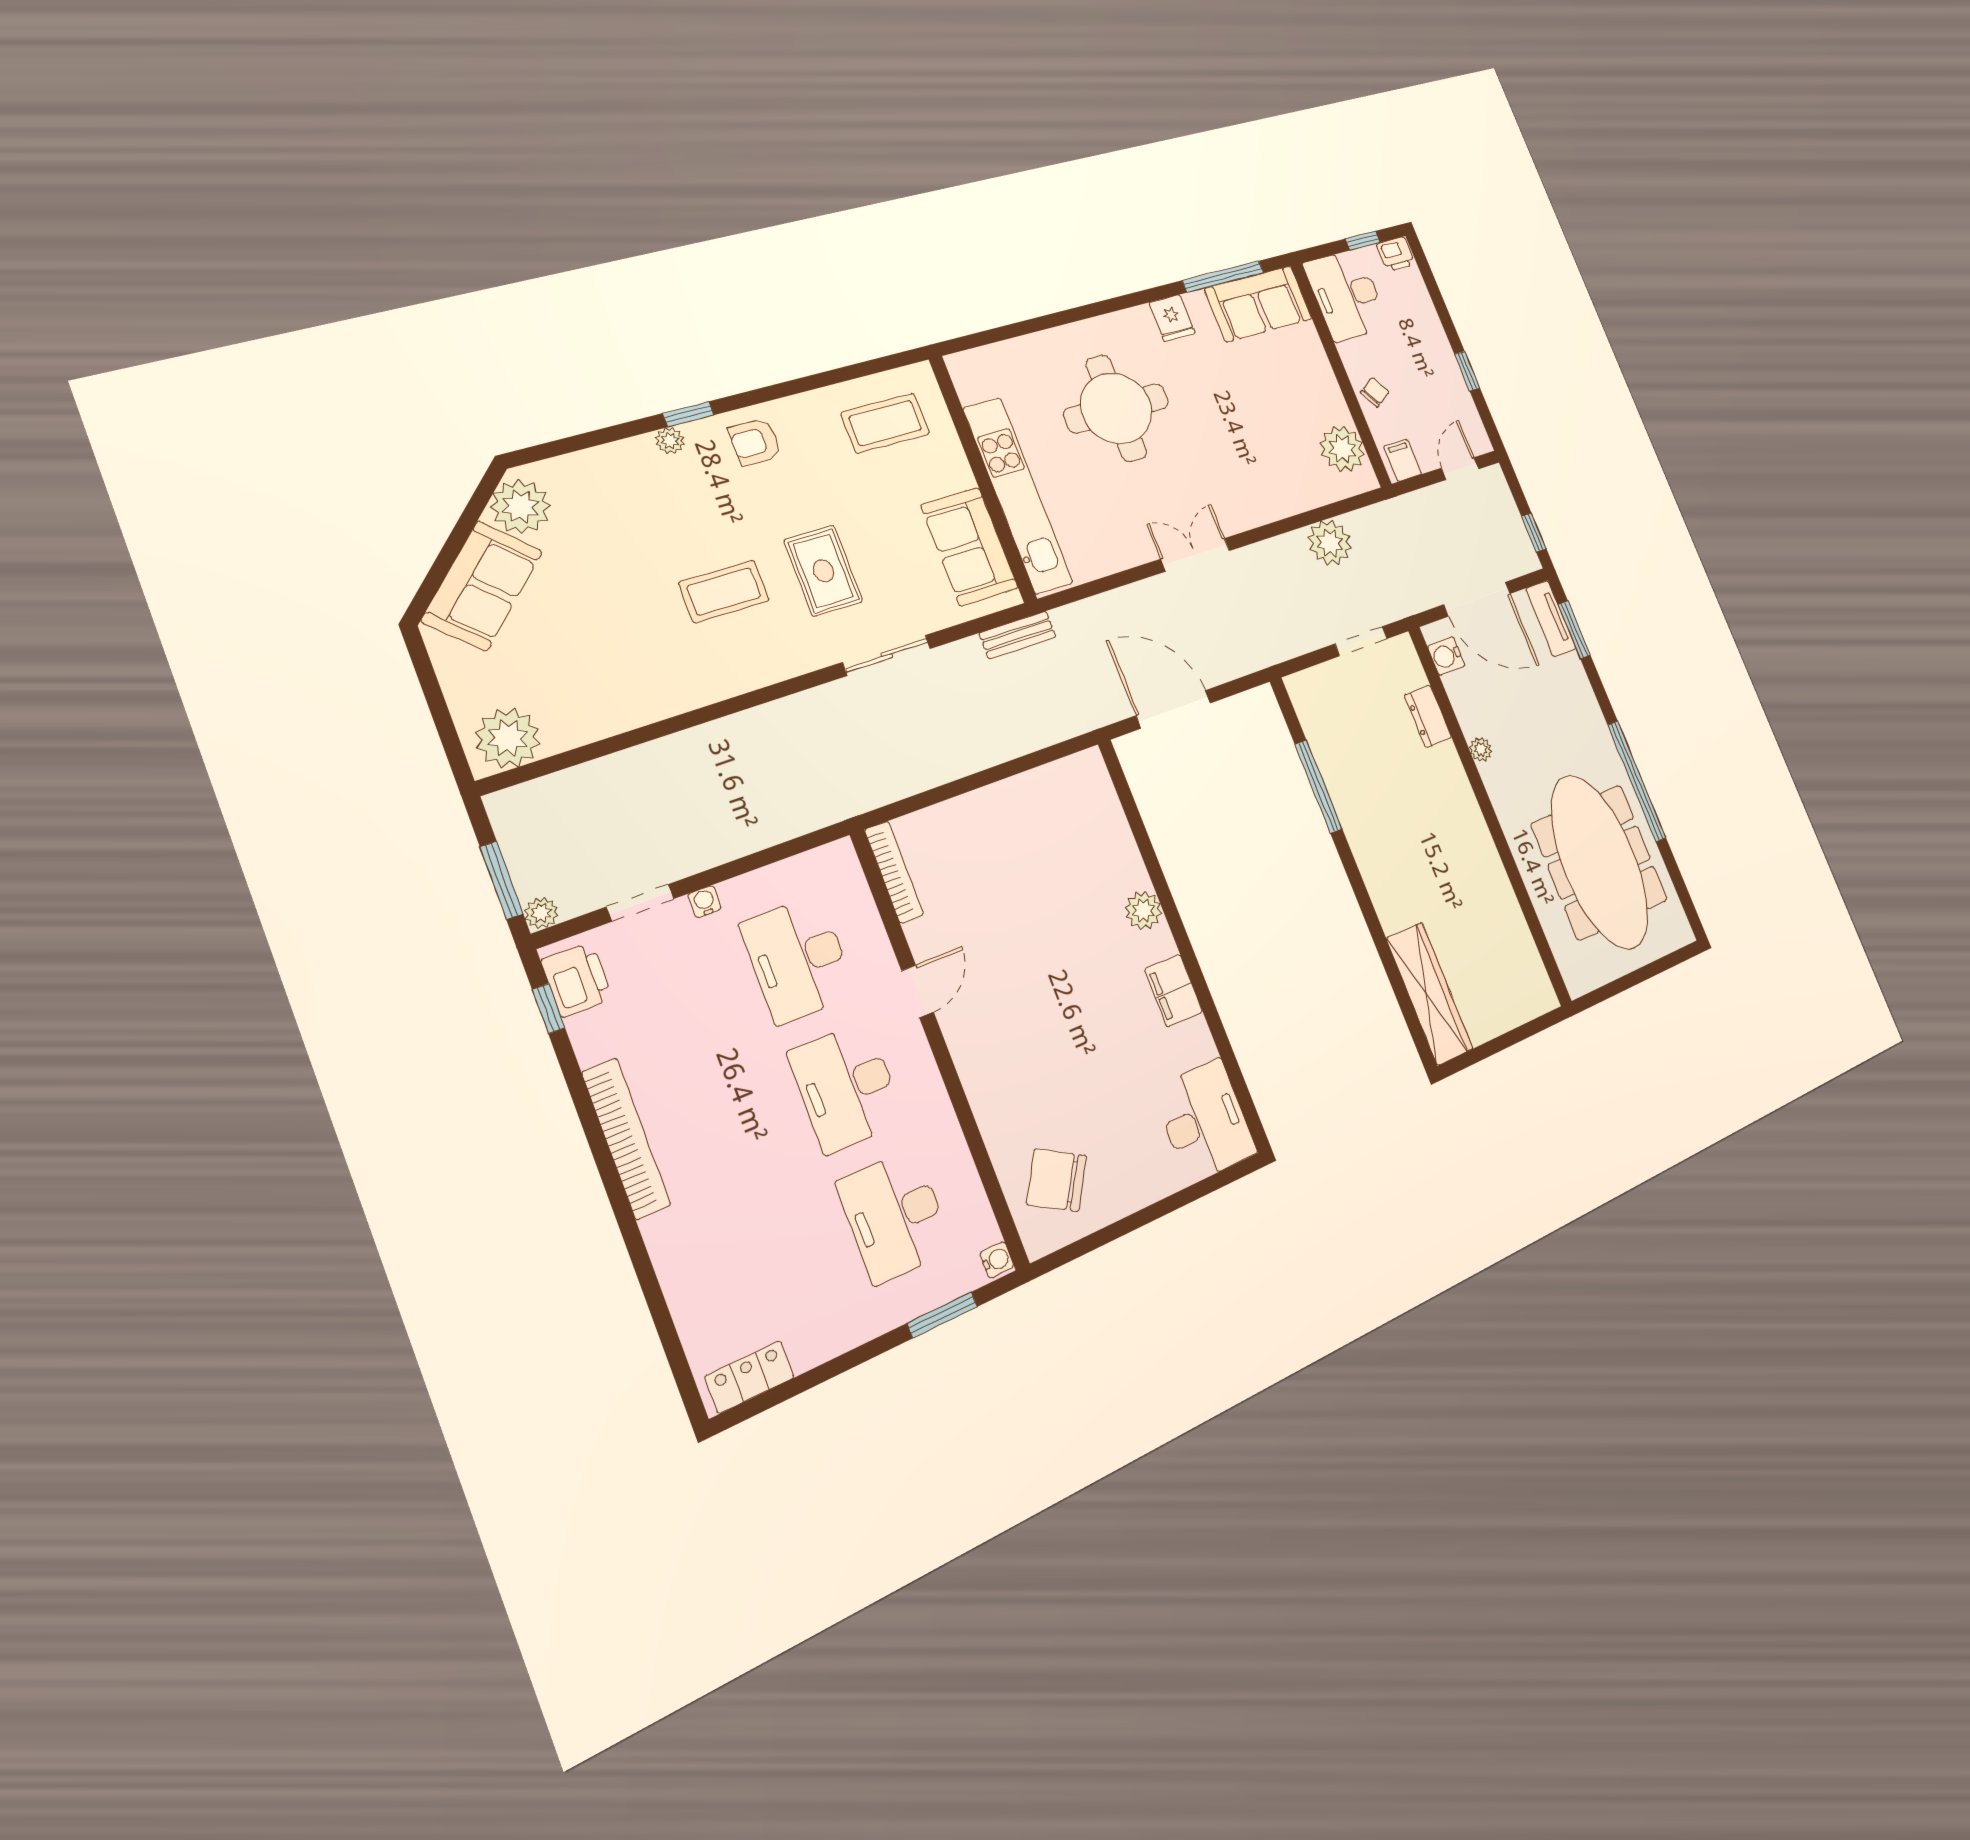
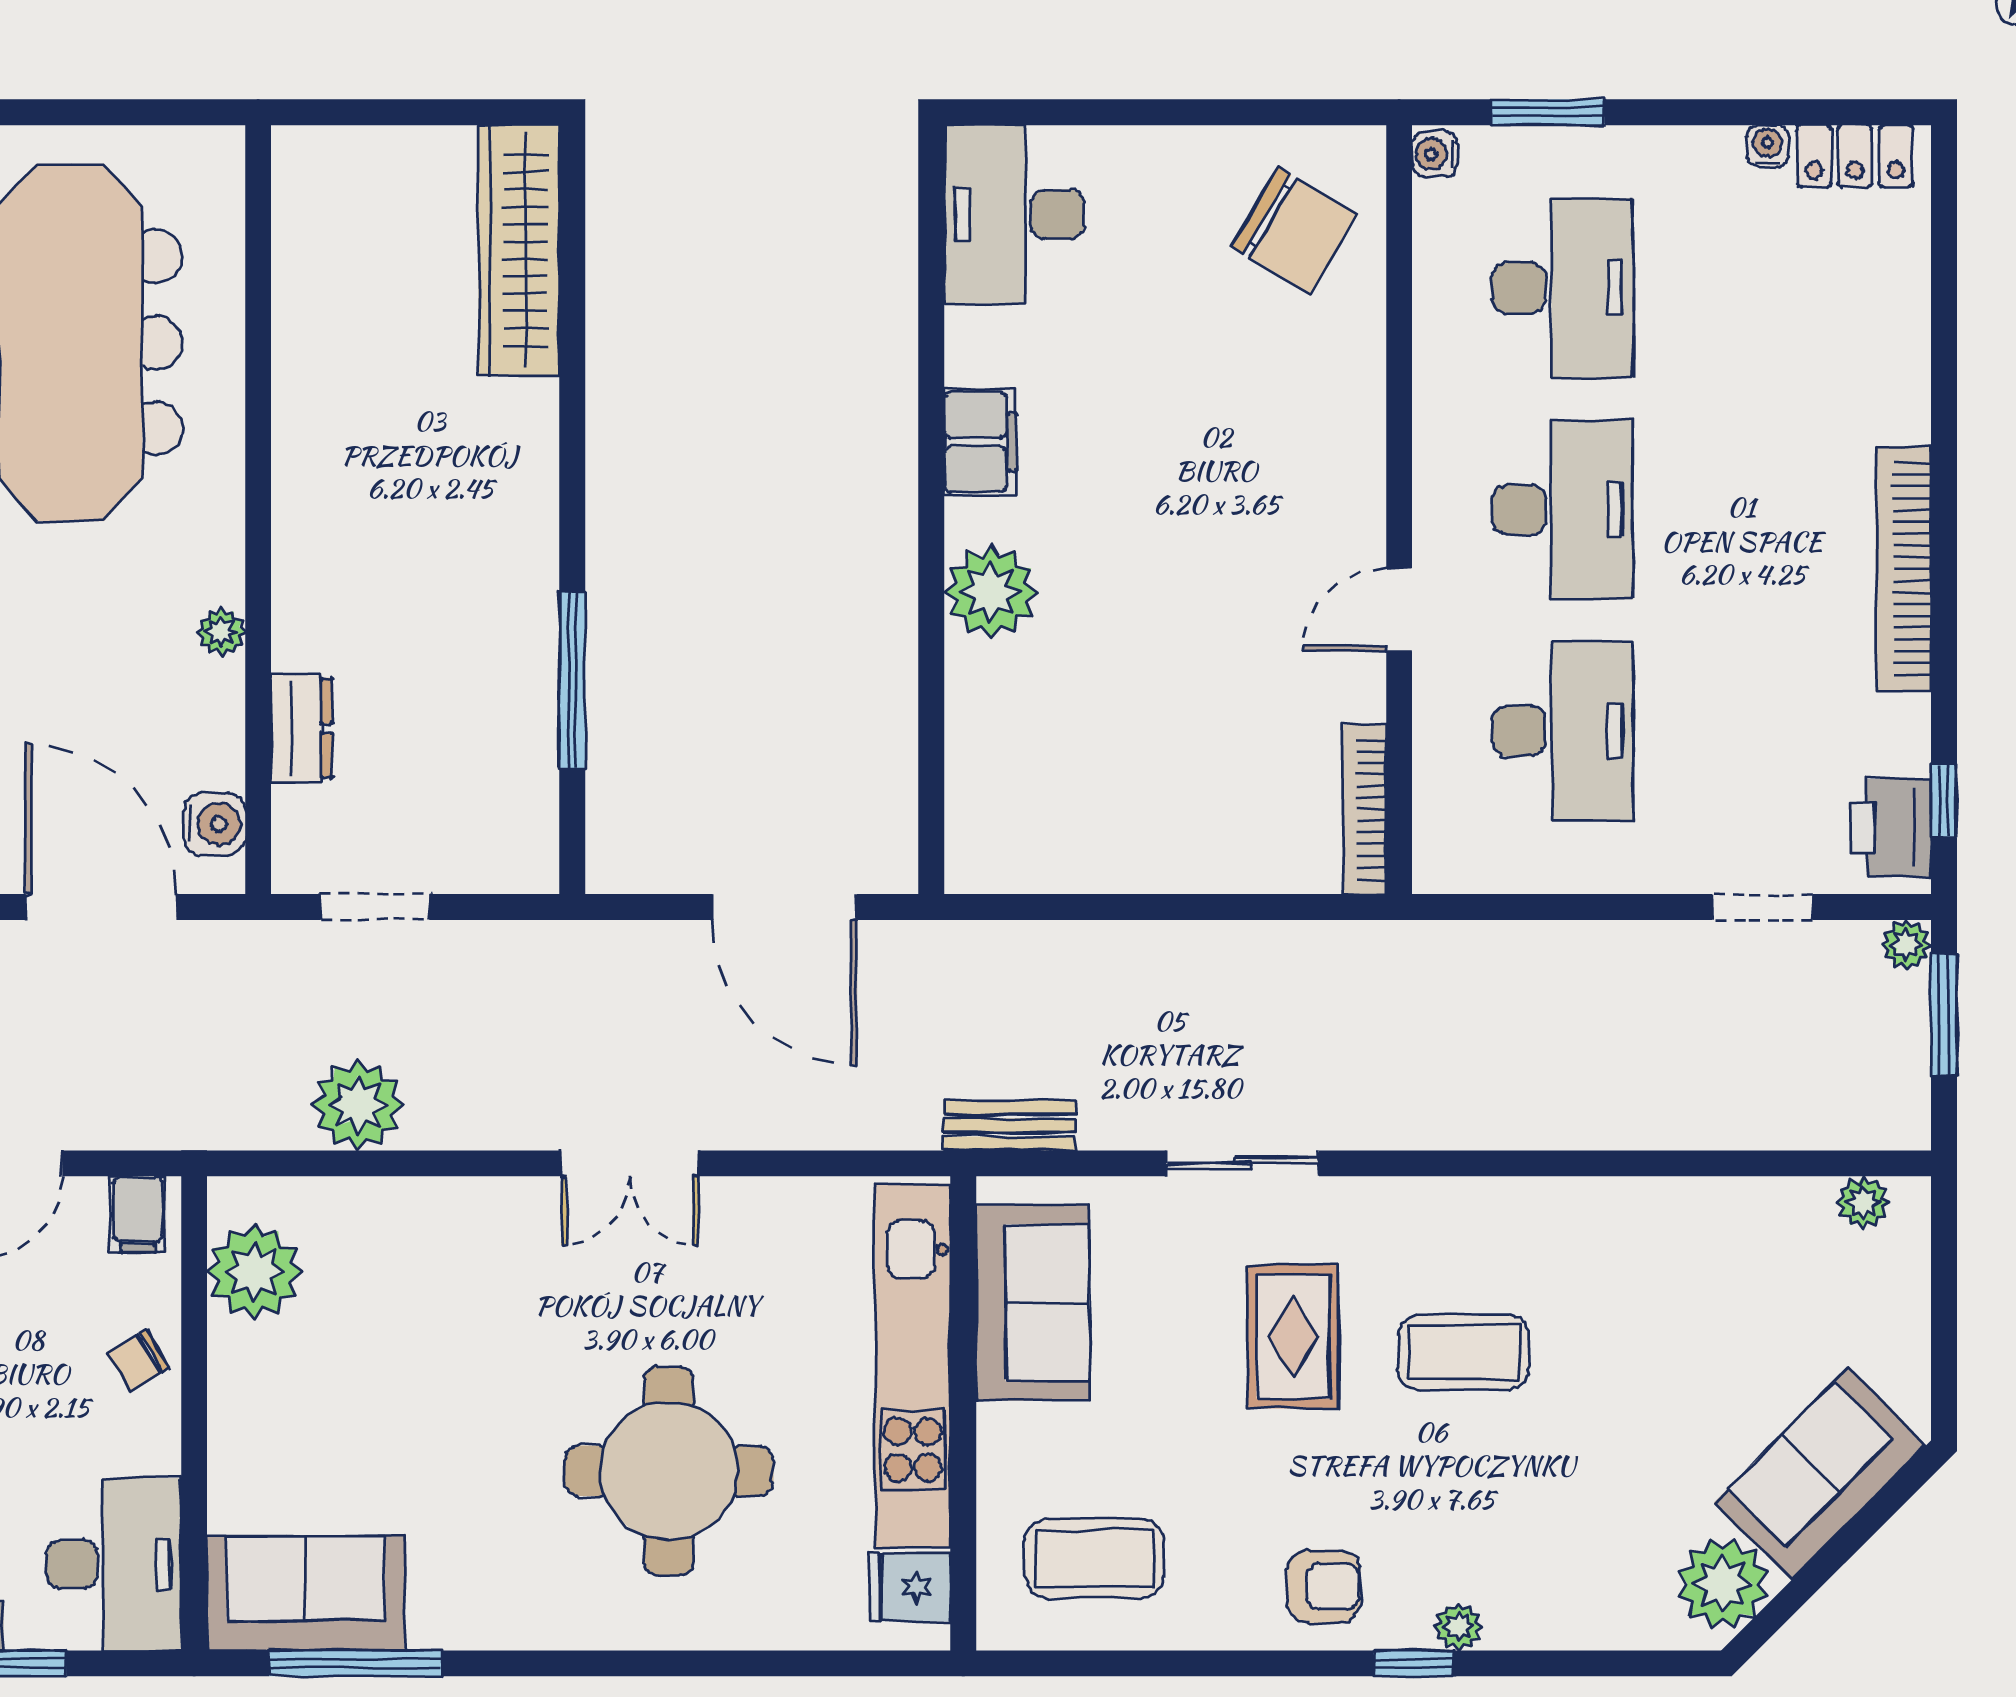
fridge: (1172, 318) -> (910, 1587), moved, turned -90
plant: (508, 738) -> (1863, 1202), width x0.53, depth x0.53
water cooler: (705, 902) -> (1768, 146), moved, turned 180
plant: (1143, 910) -> (991, 592), width x1.36, depth x1.36

